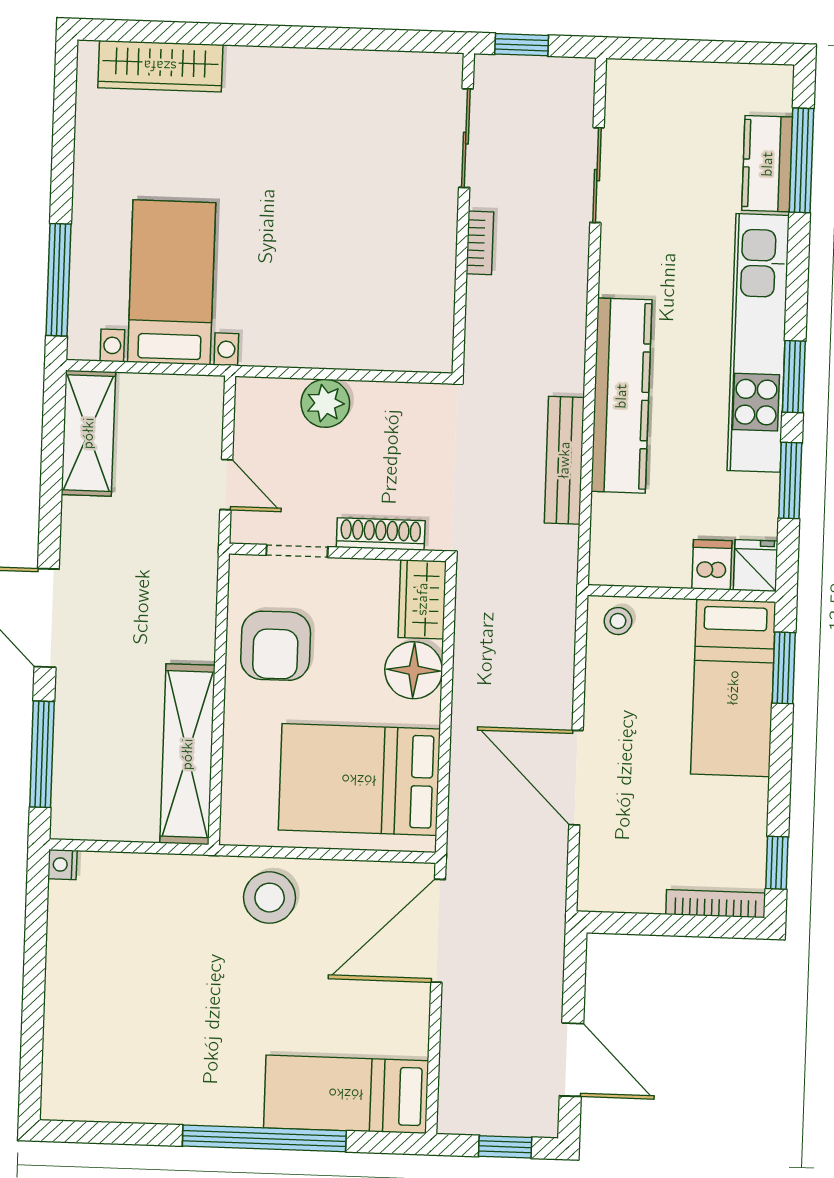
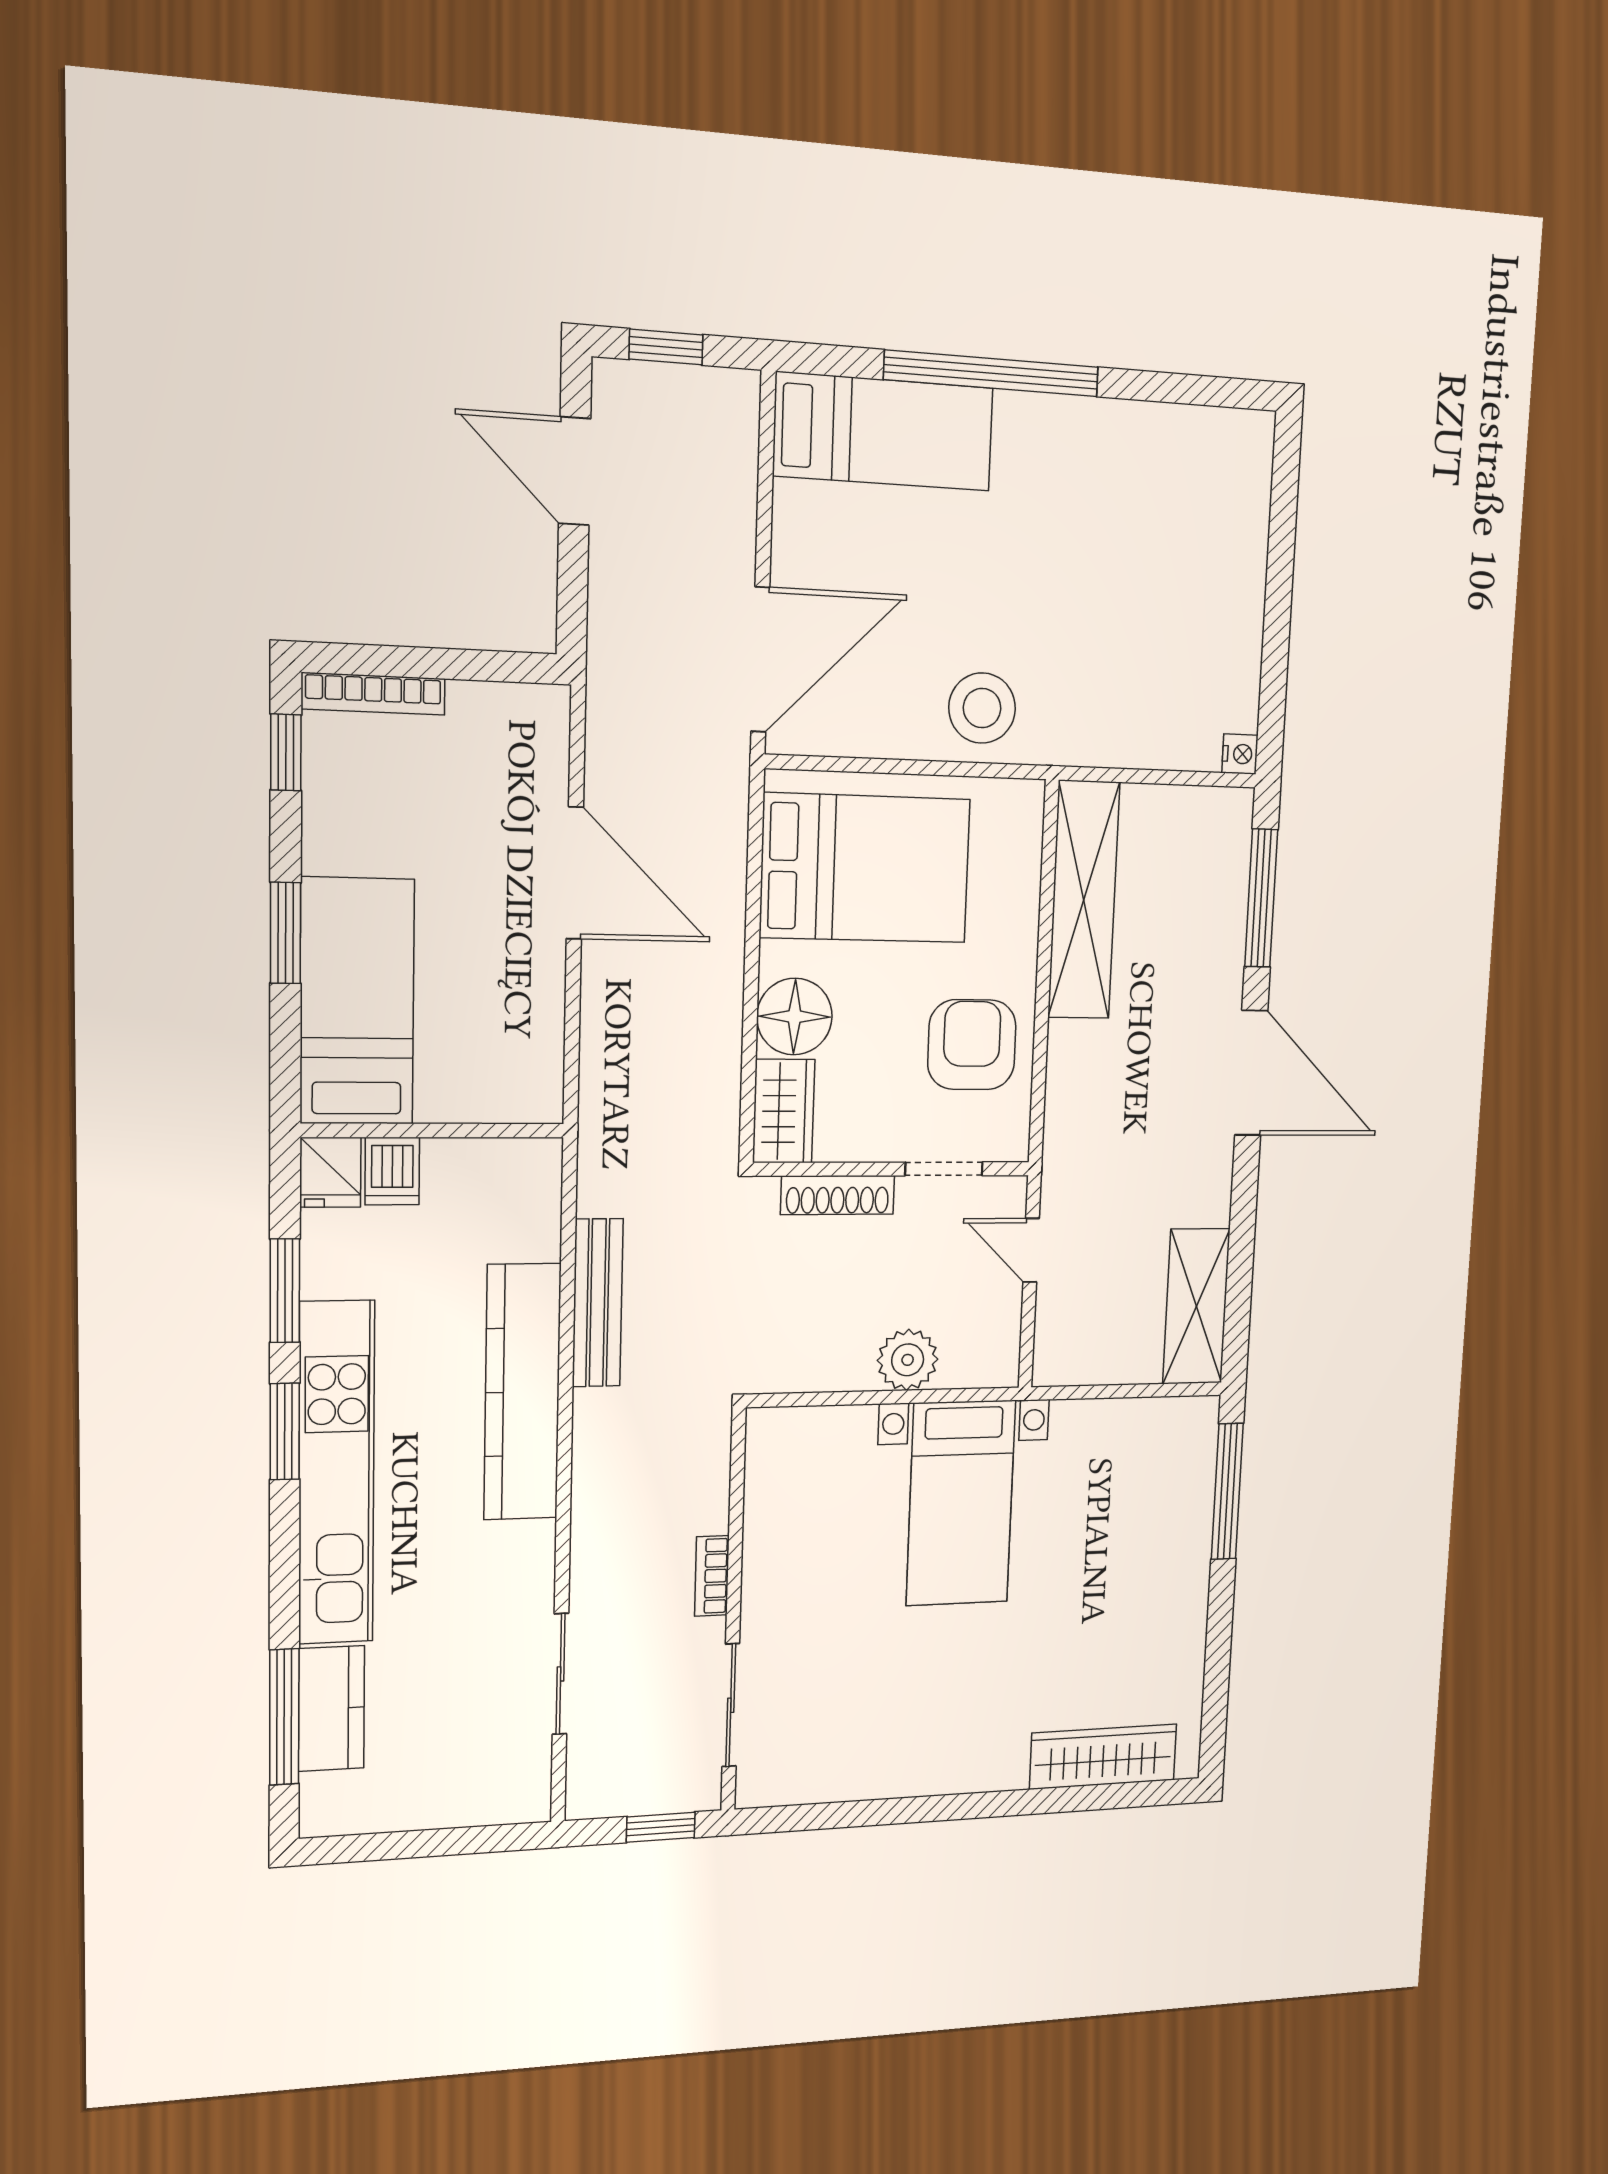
bed with nightstands: (172, 282) -> (961, 1503), moved
stool: (618, 621) -> (521, 1090), removed
window: (784, 668) -> (285, 933), moved

